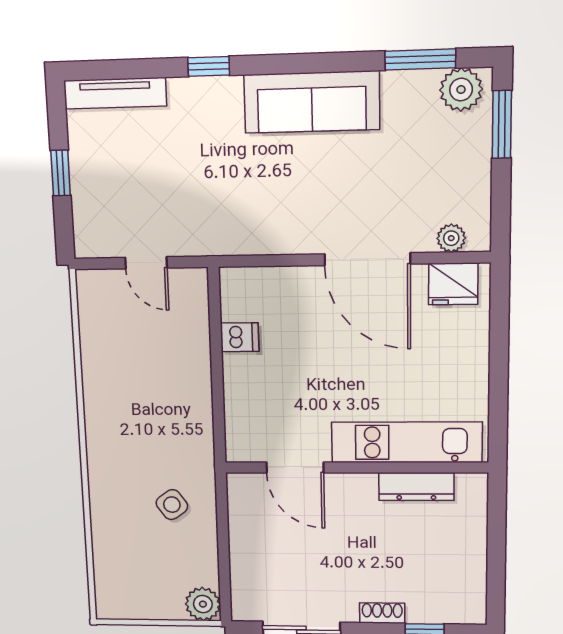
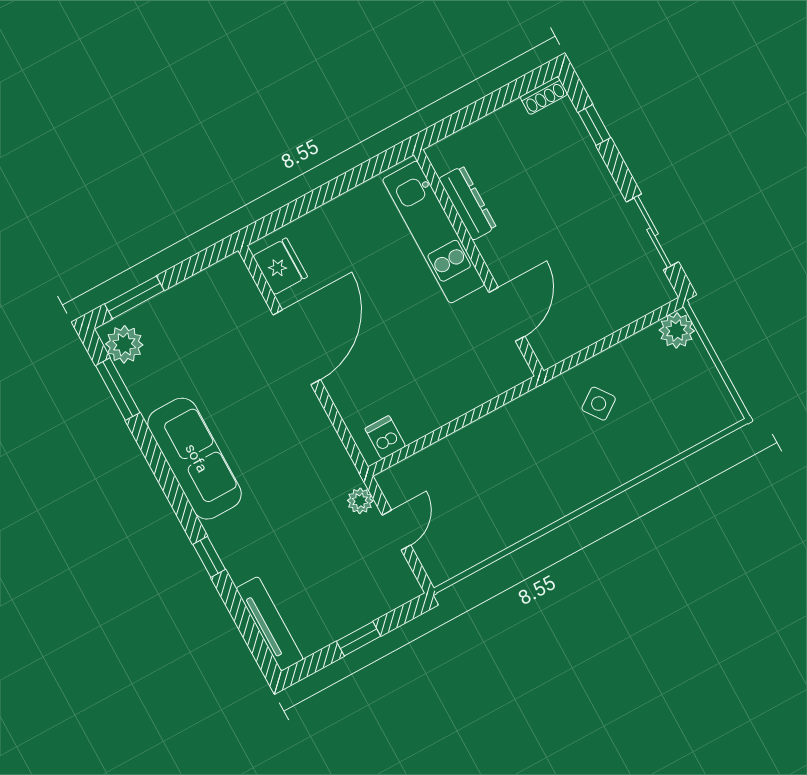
plant: (451, 238) -> (360, 501), moved
dishwasher: (240, 337) -> (385, 437), moved
shoe rack: (382, 613) -> (544, 96), moved, turned -90

